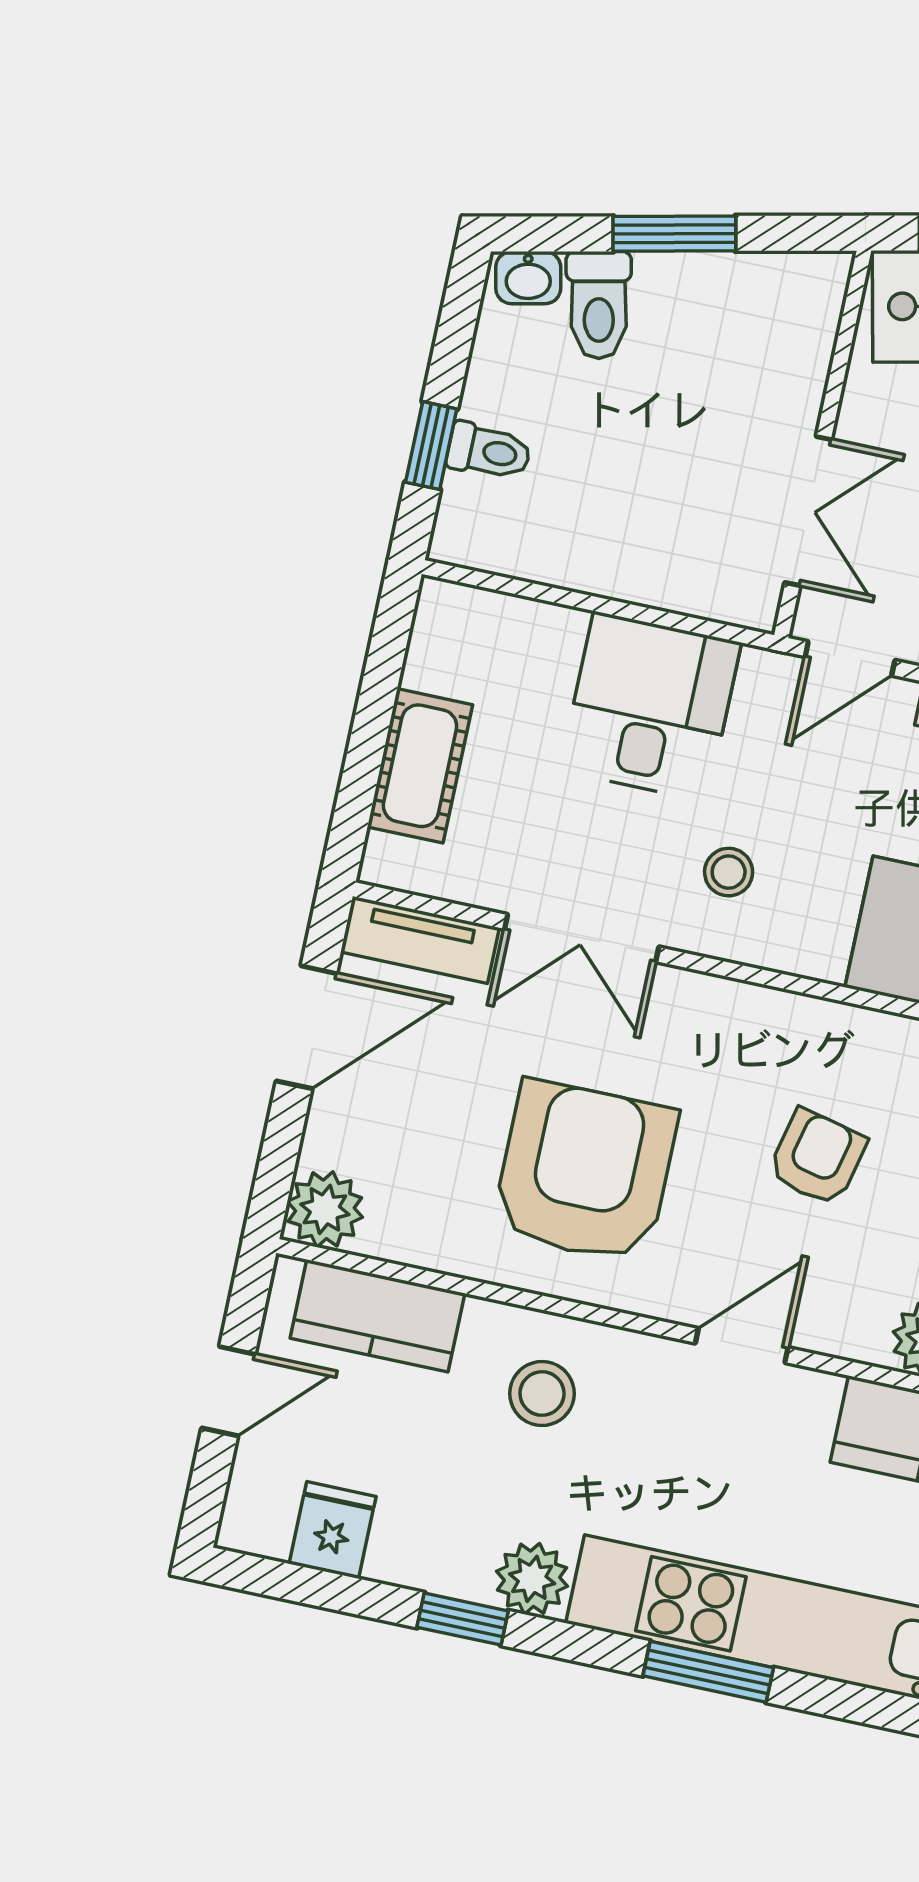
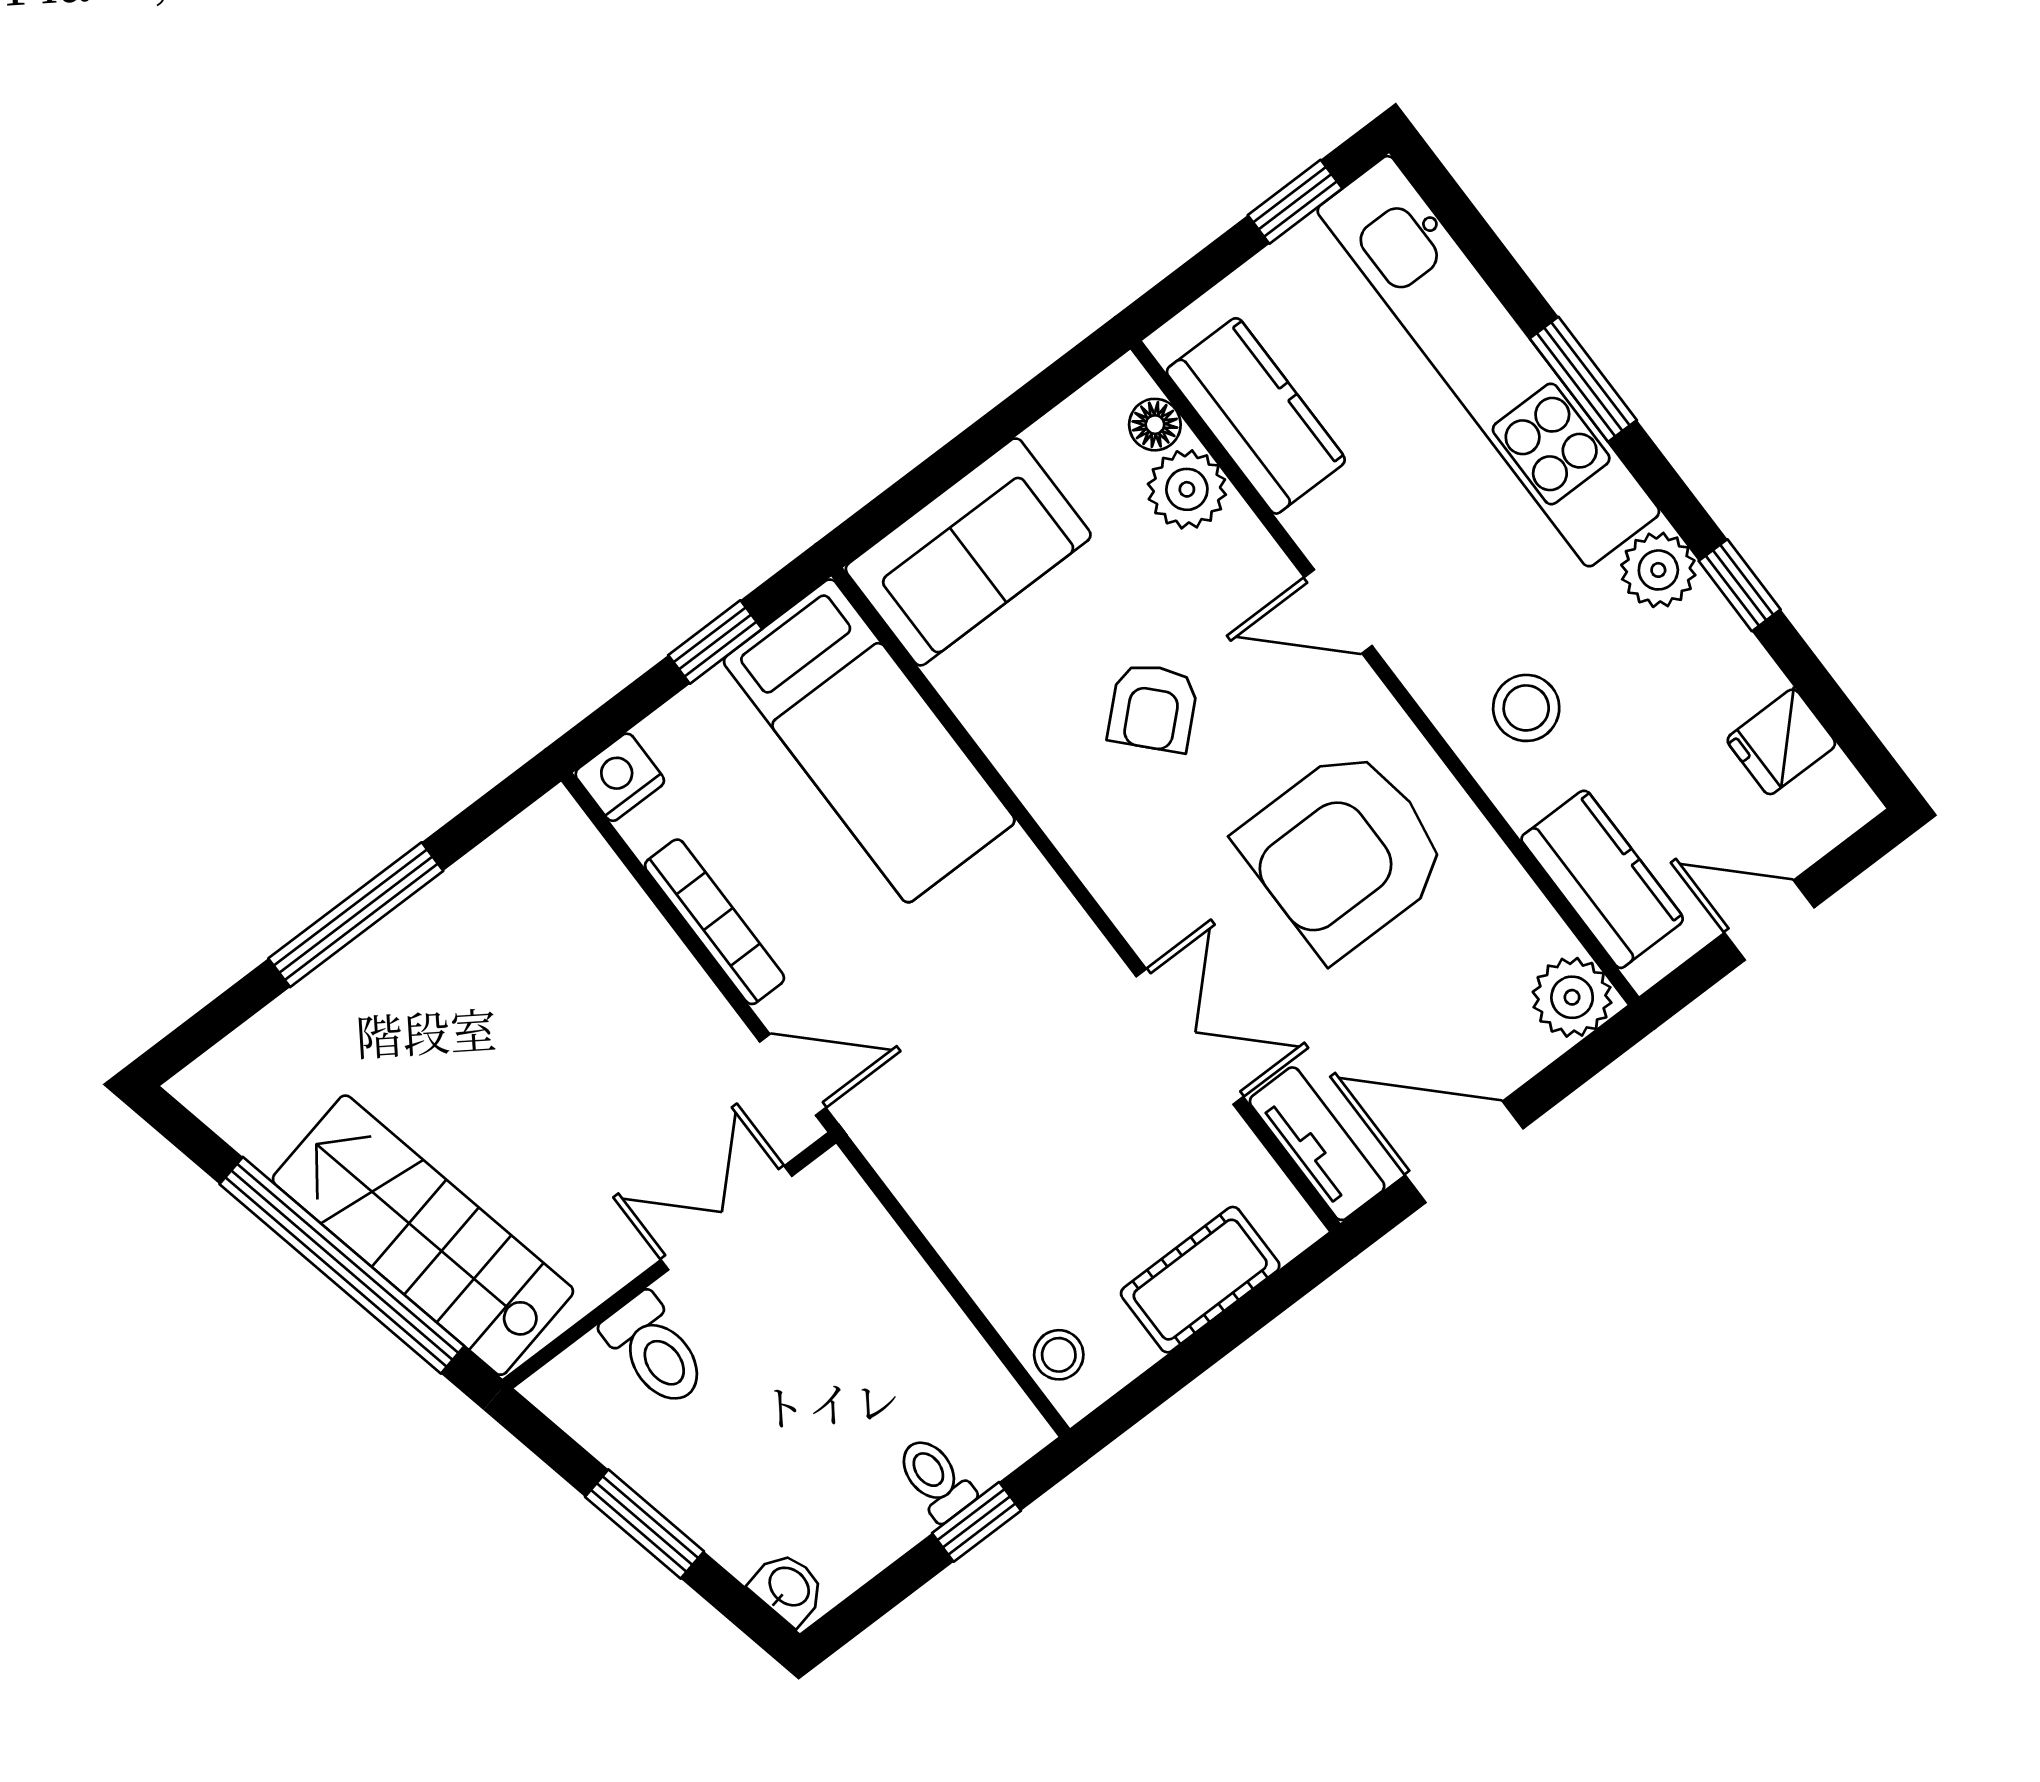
toilet: (599, 305) -> (655, 1350), moved, turned 102
desk: (650, 706) -> (980, 1171), removed
stool: (729, 872) -> (1059, 1355), moved
armchair: (817, 1157) -> (1153, 707), turned -56

